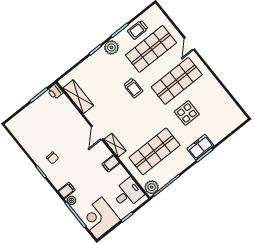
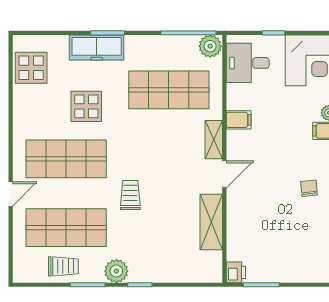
shelving: (78, 97) -> (211, 222), moved
display table: (227, 110) -> (31, 68), added
freezer: (200, 147) -> (97, 47), width x1.40

